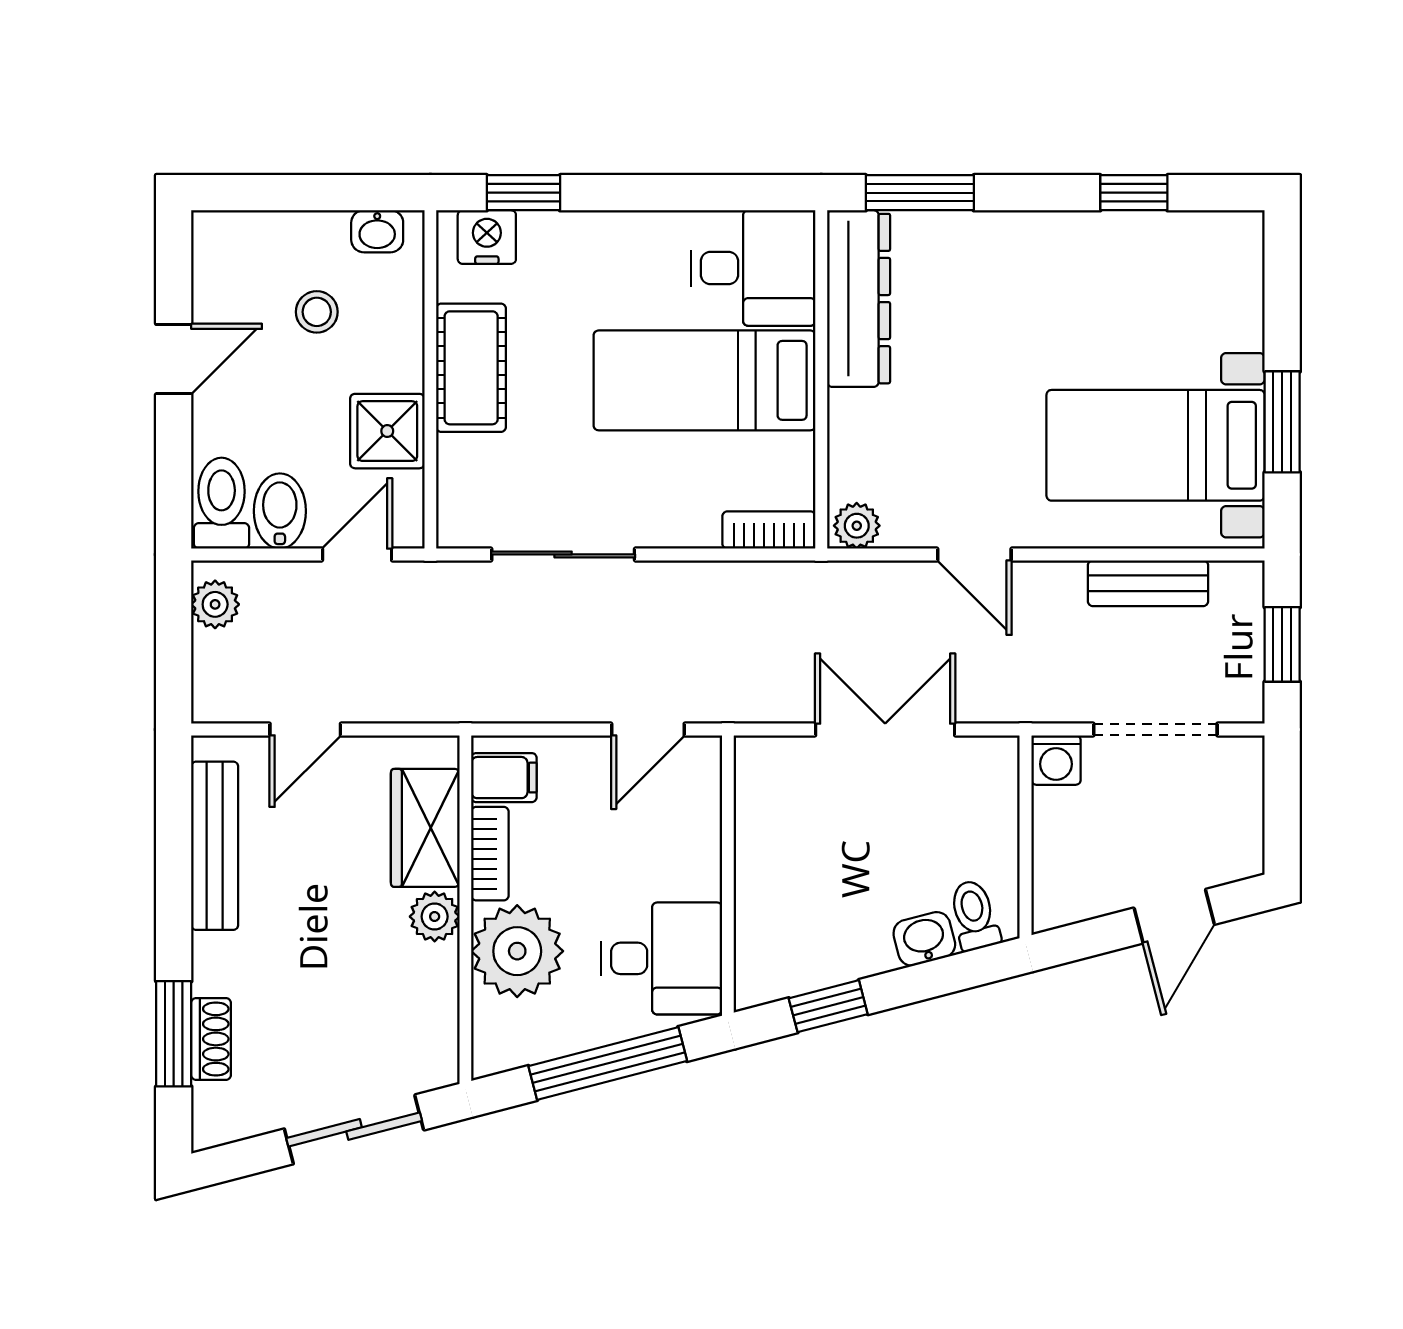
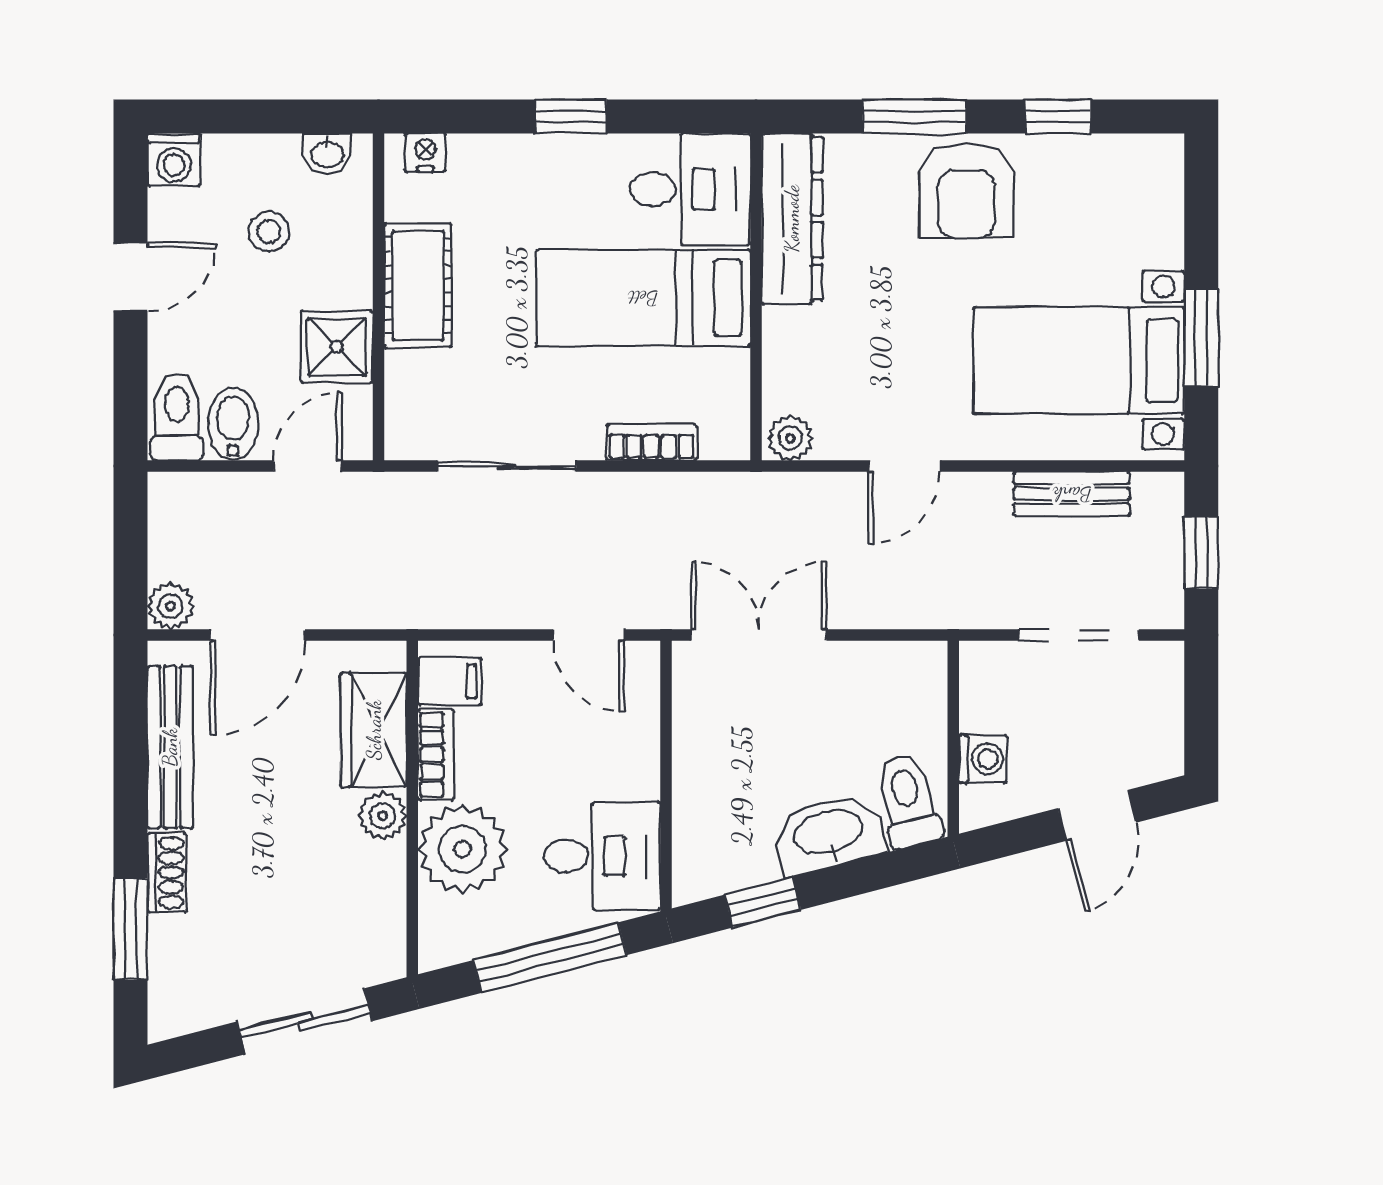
window: (523, 193) -> (571, 117), moved
window: (920, 193) -> (915, 117), moved
nightstand: (487, 237) -> (425, 153), width x0.72, depth x0.74
washing machine: (218, 238) -> (174, 160), added
armchair: (1039, 270) -> (966, 191), added
bookcase: (769, 530) -> (651, 442), moved
door: (974, 554) -> (904, 466), hinge flipped
plant: (215, 604) -> (171, 606), moved
door: (305, 730) -> (258, 635), width x1.38
door: (648, 730) -> (589, 635), hinge flipped
double door: (885, 730) -> (759, 635), moved
washing machine: (1056, 760) -> (983, 759), moved, turned -90
toilet: (974, 915) -> (908, 800), width x1.37, depth x1.39
washbasin: (924, 939) -> (828, 834), width x1.91, depth x1.45
shoe rack: (211, 1039) -> (167, 873), moved

